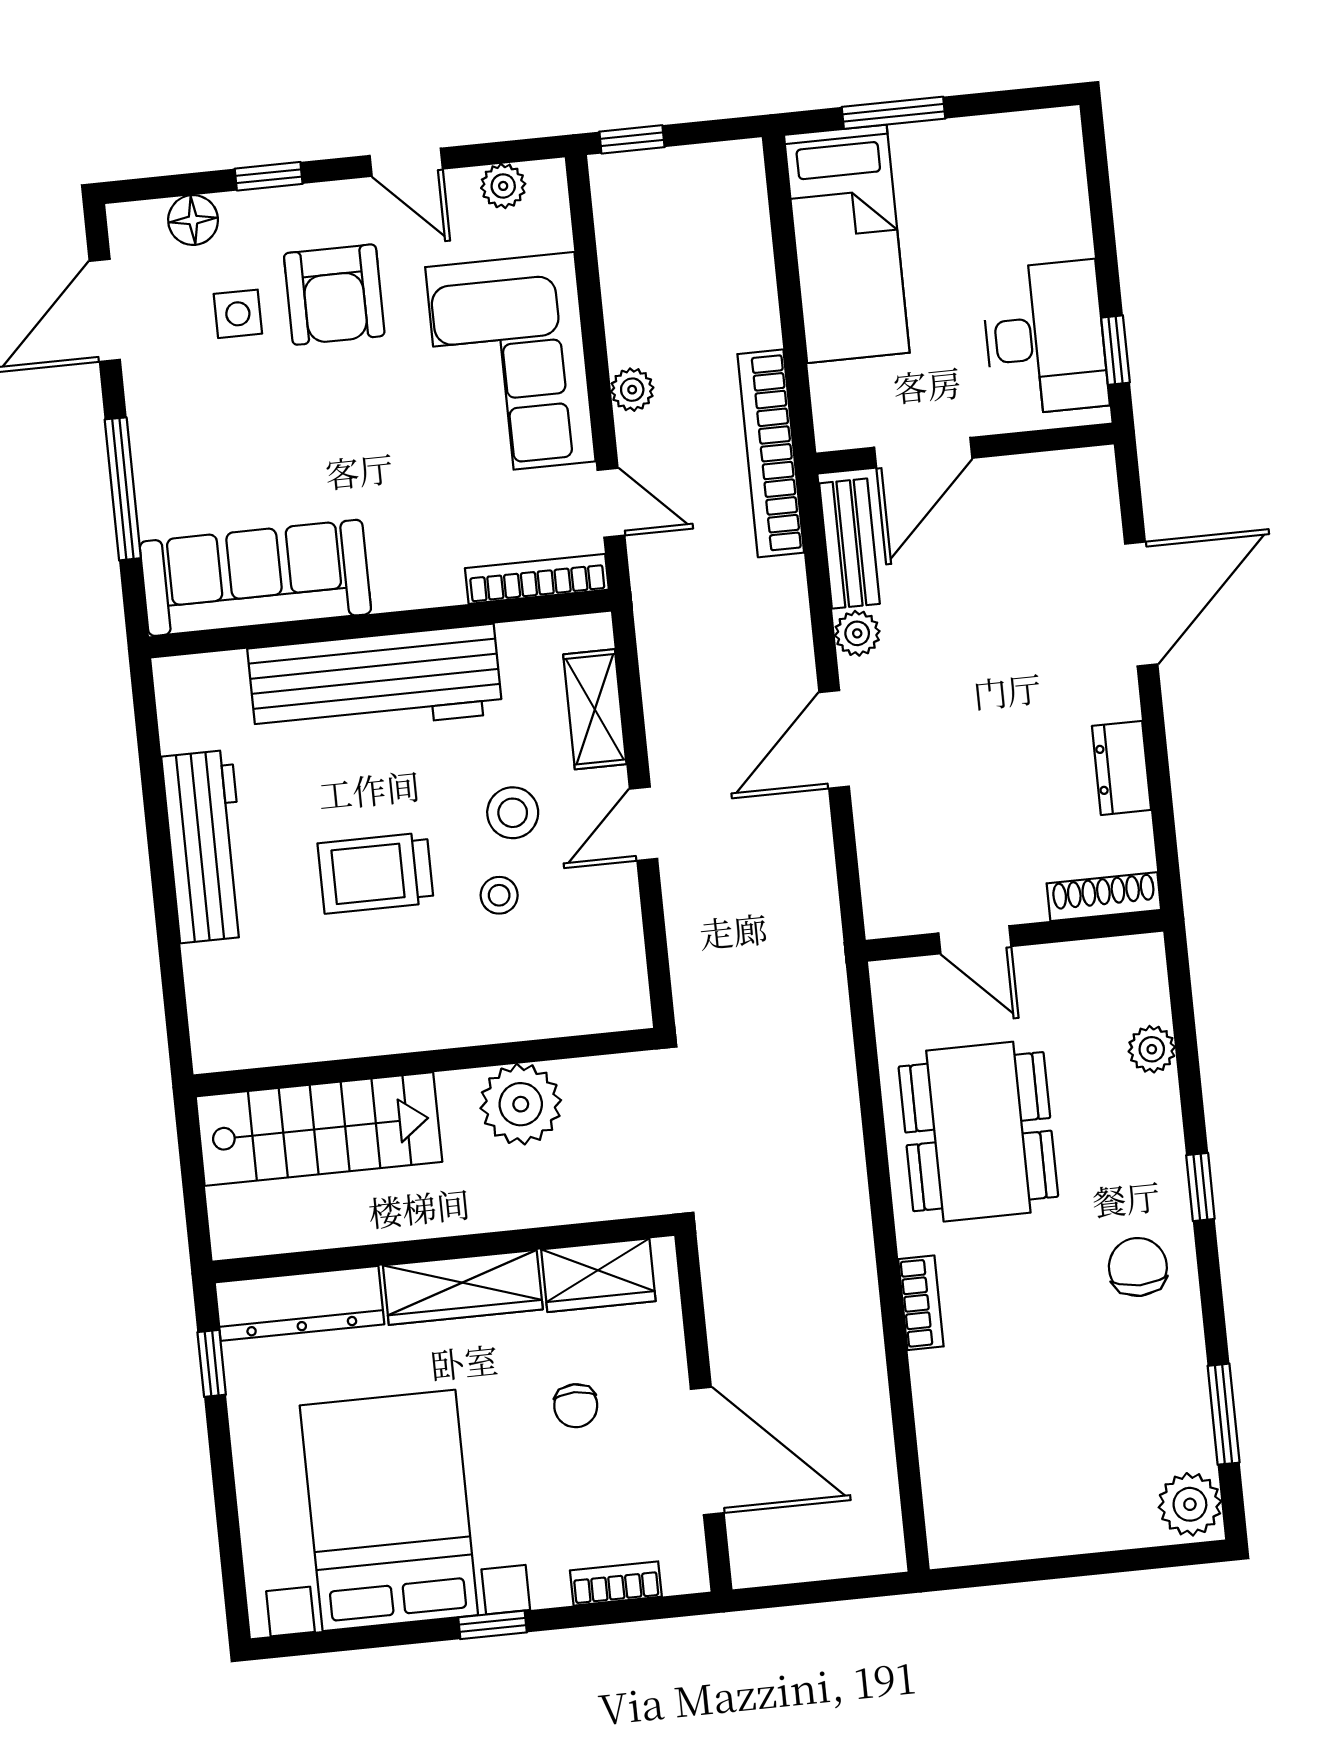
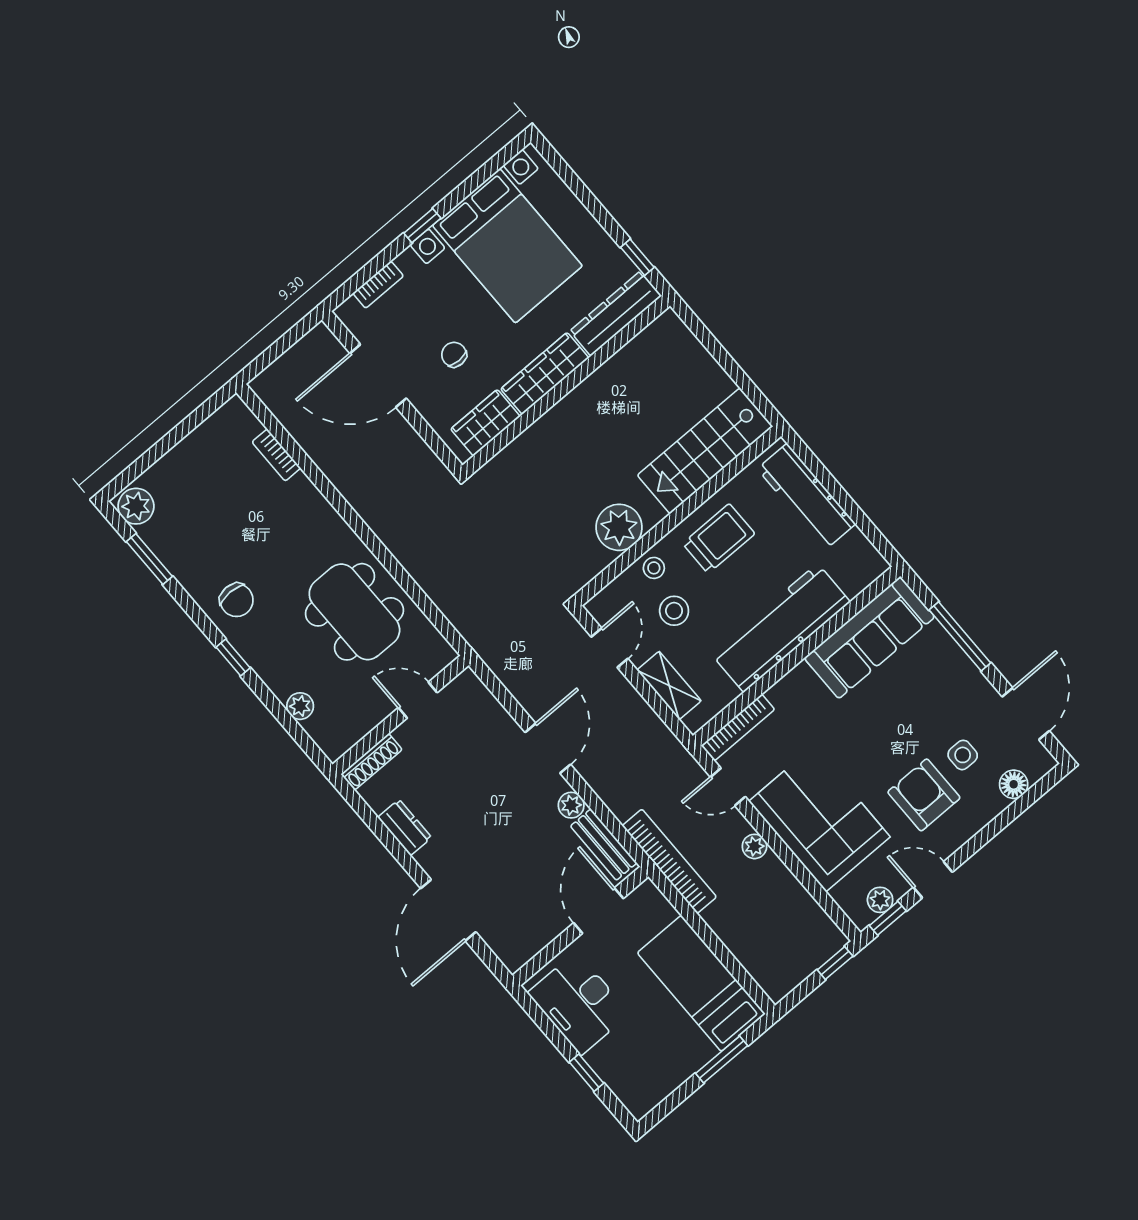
window: (269, 176) -> (888, 918), moved
window: (1115, 350) -> (587, 1073), moved
wall: (424, 1062) -> (677, 516), moved
plant: (521, 1104) -> (619, 527), moved
stairs: (319, 1129) -> (705, 451), moved
bookcase: (921, 1303) -> (276, 455), moved

